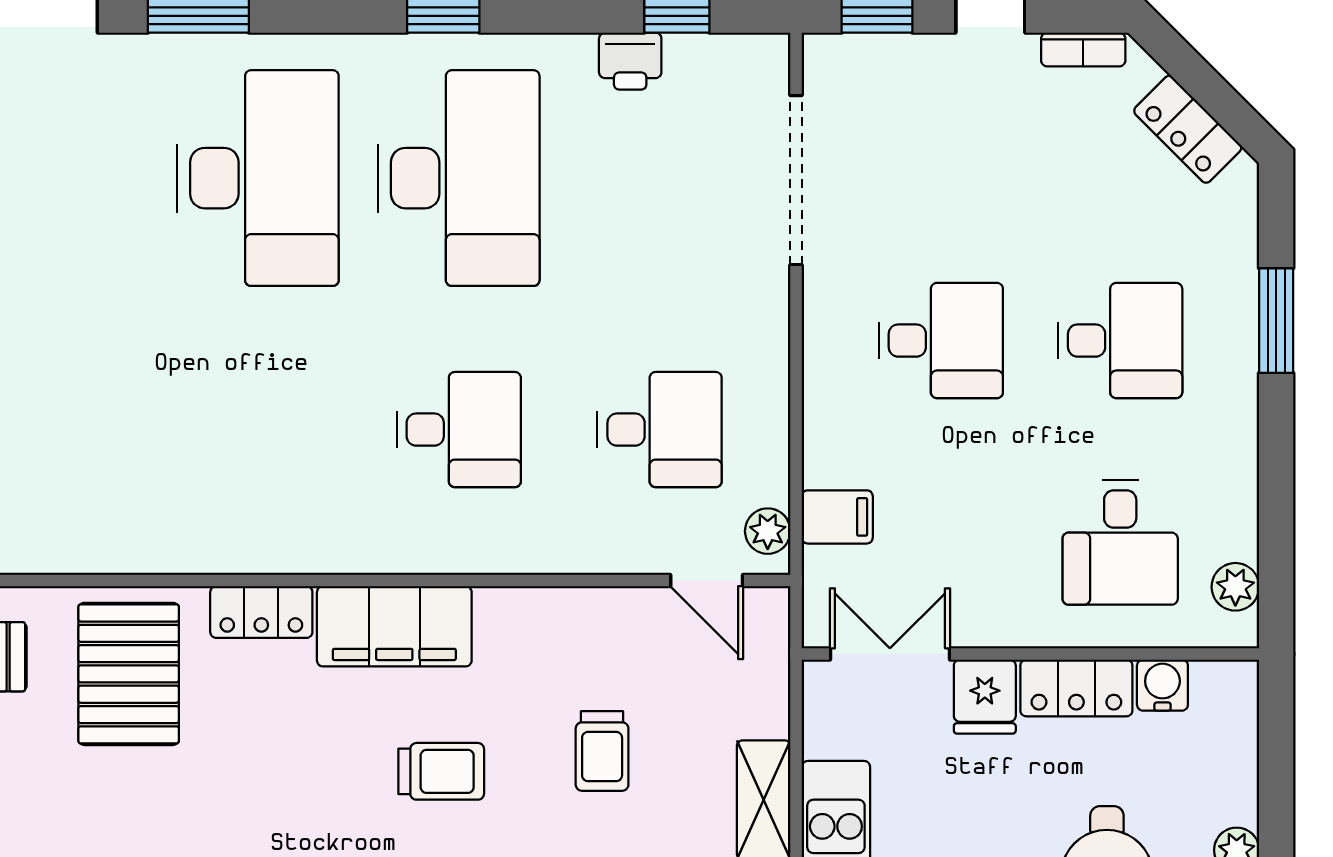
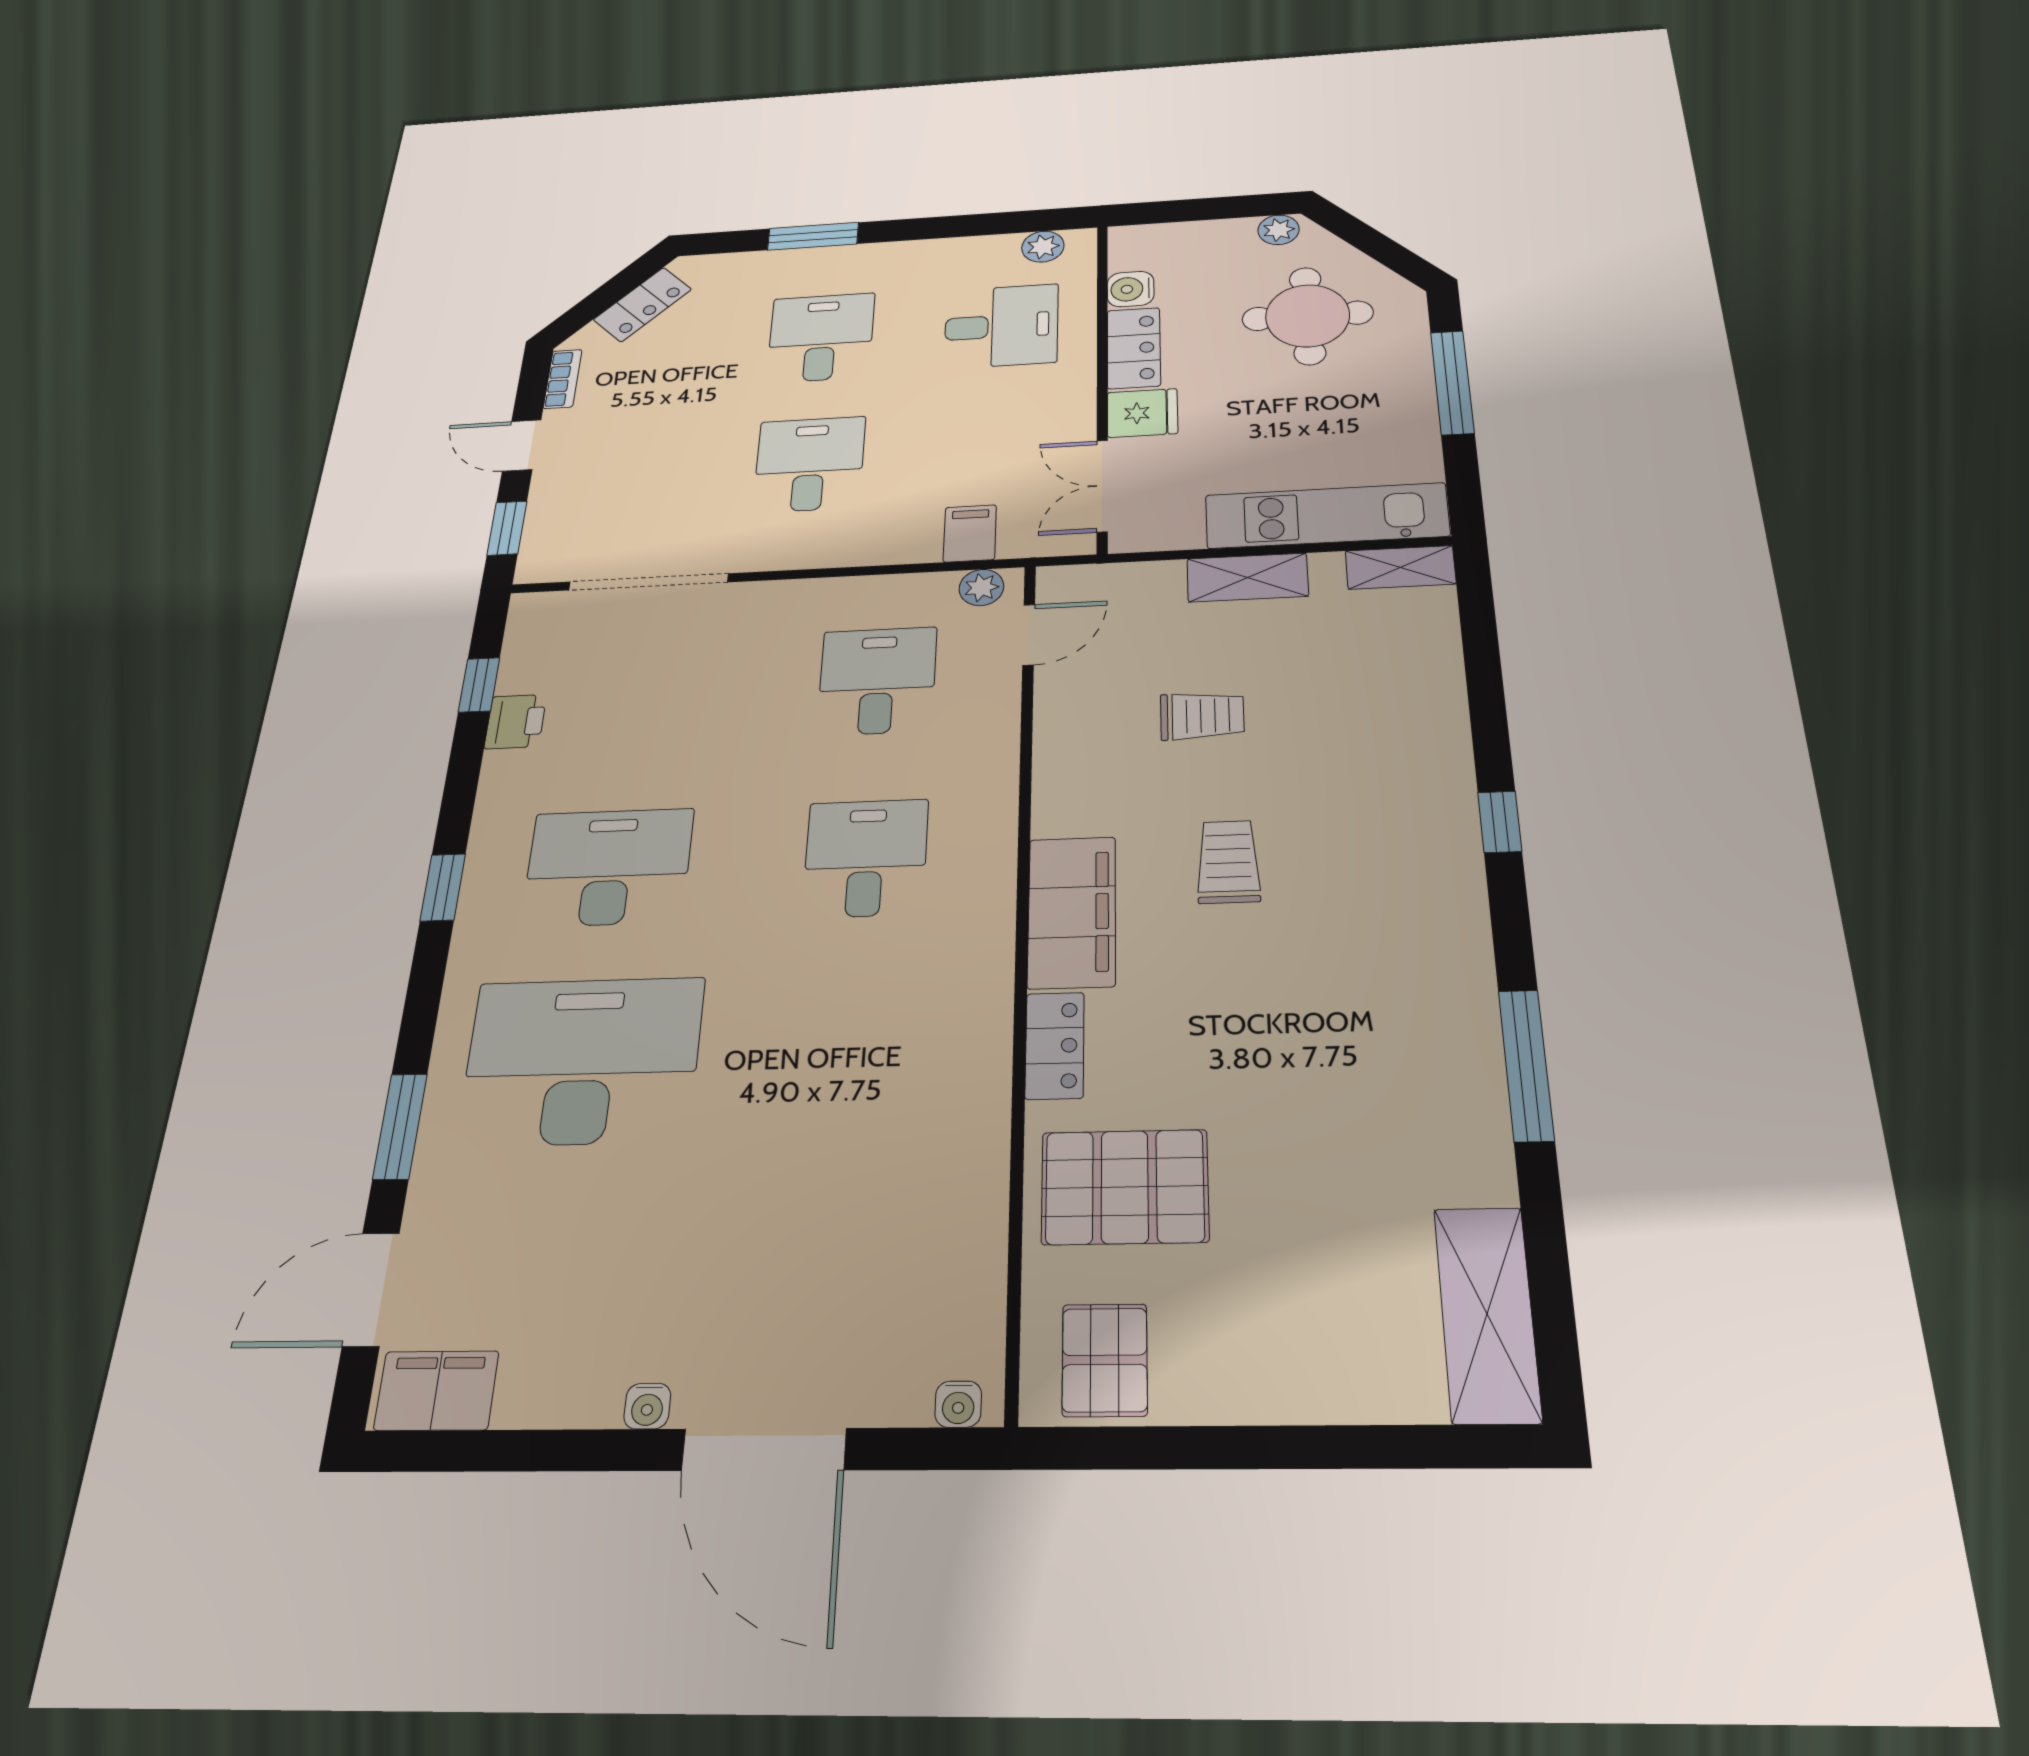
desk: (459, 178) -> (608, 867), width x0.73, depth x0.77

